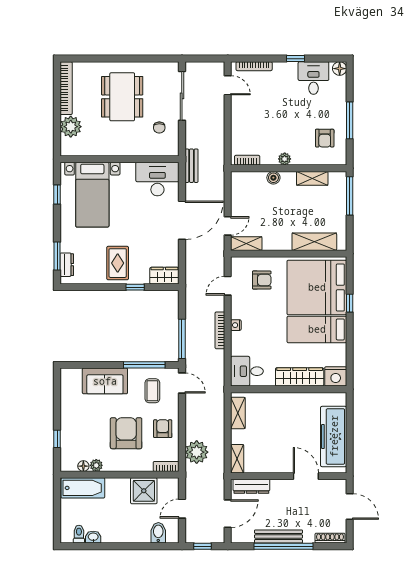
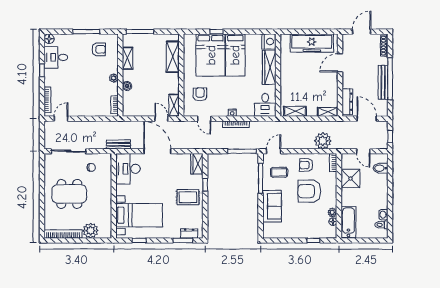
bed: (317, 287) -> (211, 55), width x0.73

